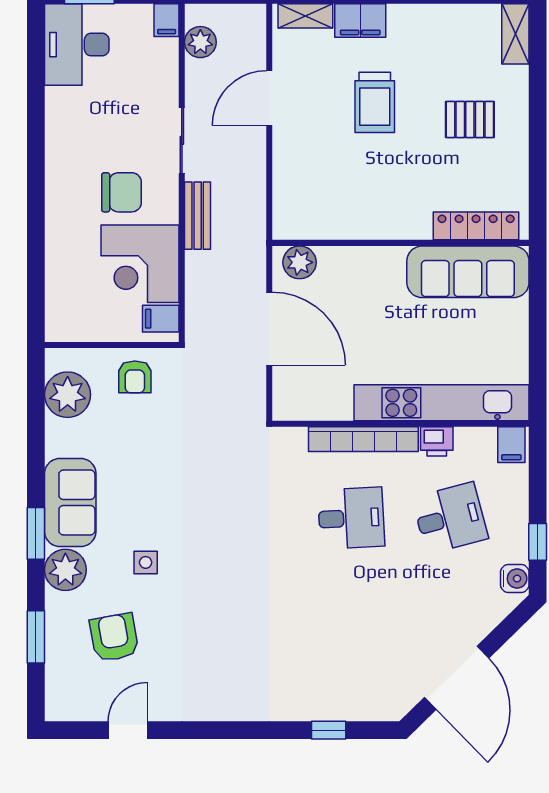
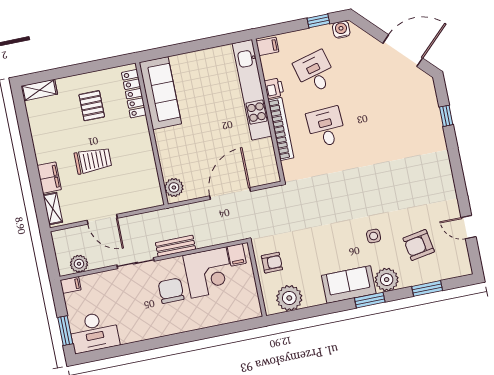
locker: (476, 226) -> (134, 94), moved
wall: (401, 243) -> (152, 134), moved
plant: (300, 262) -> (174, 187), moved
sofa: (468, 272) -> (160, 93), moved

